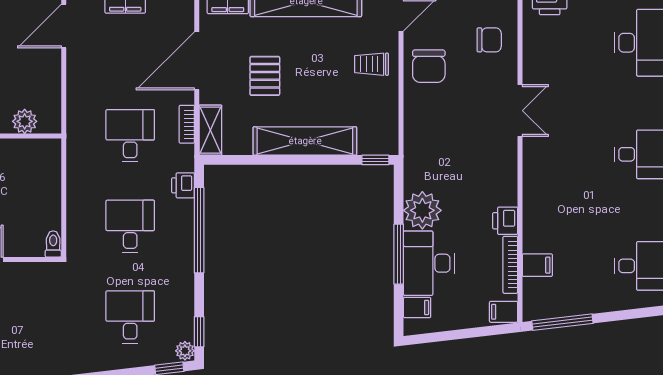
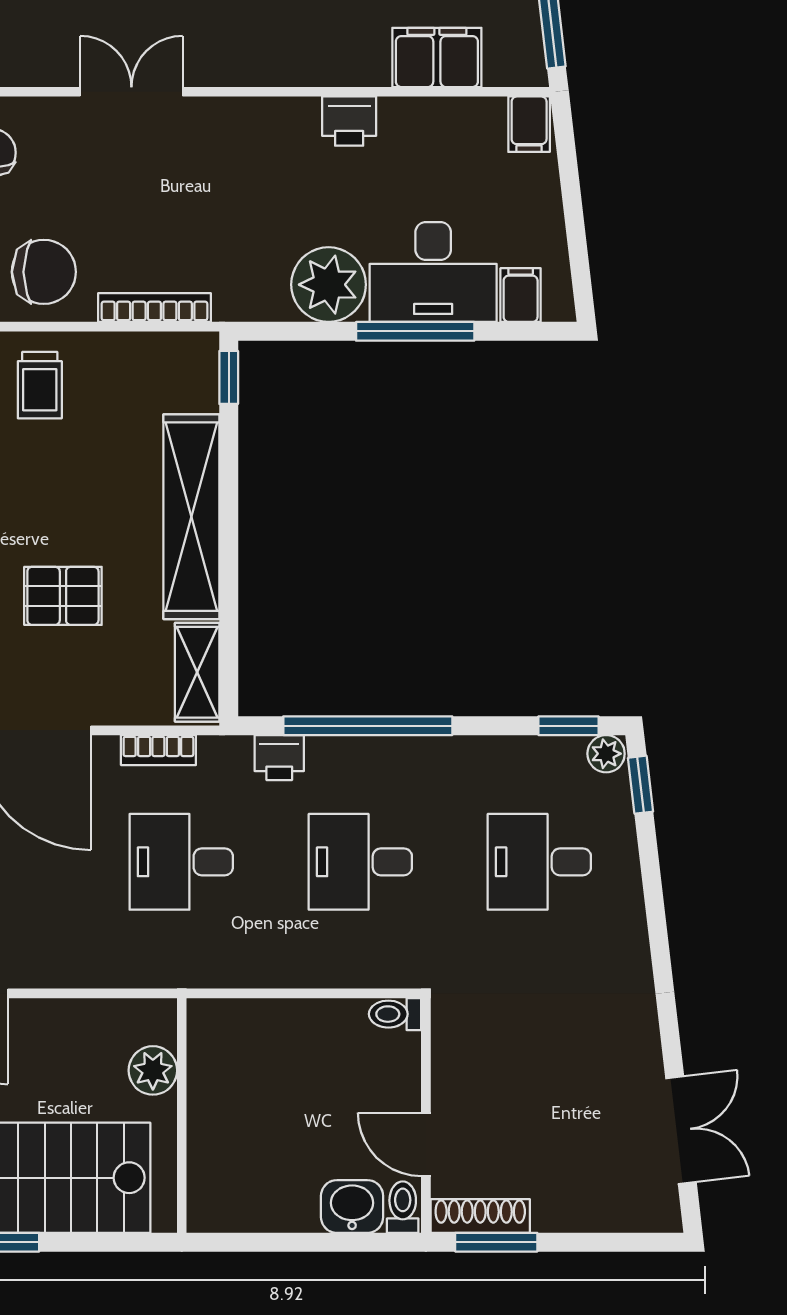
shelving: (210, 130) -> (197, 672), moved, turned 90
bookcase: (510, 265) -> (154, 307), moved, turned 180
filing cabinet: (537, 265) -> (437, 57), width x2.00

